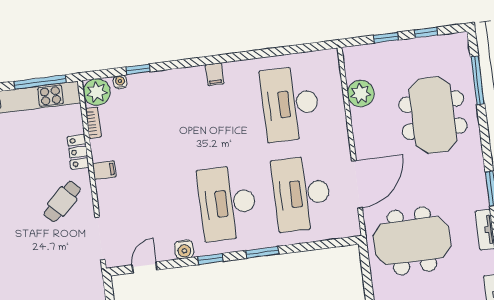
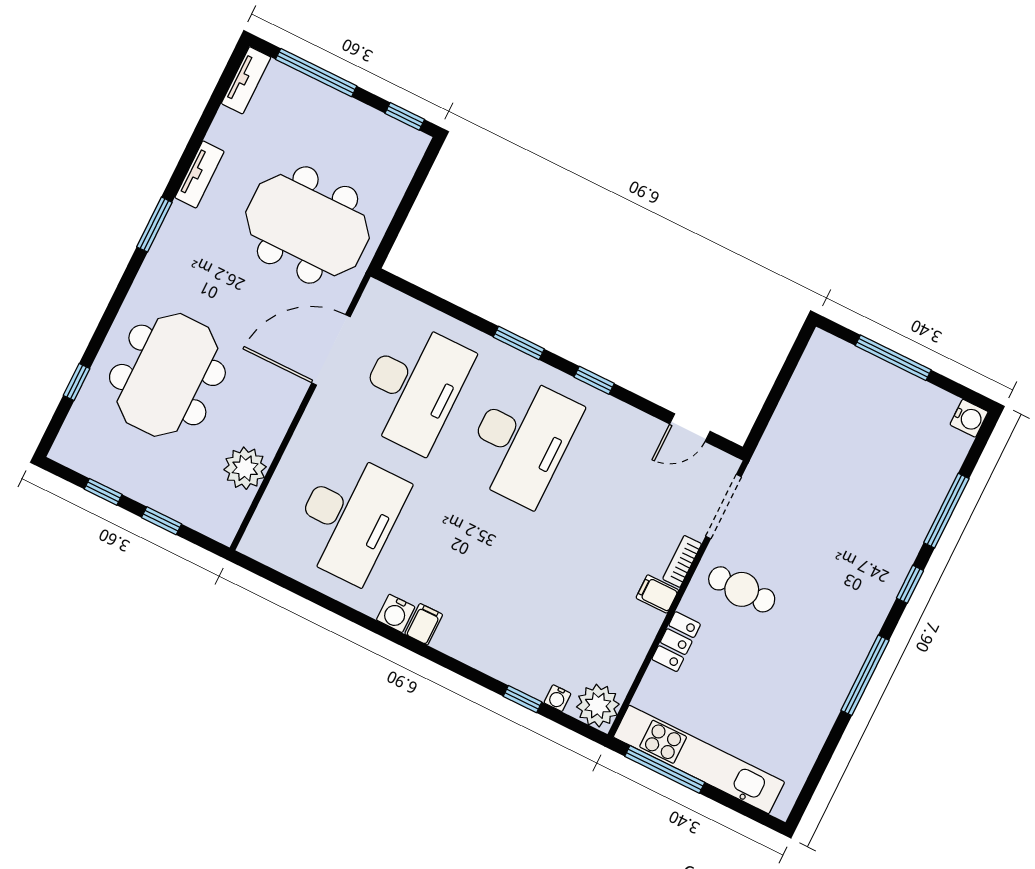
window: (477, 80) -> (77, 382), width x0.46
bookcase: (93, 123) -> (682, 561), moved
cafe table: (62, 202) -> (742, 589), turned 44
water cooler: (184, 249) -> (396, 613), moved, turned 180

